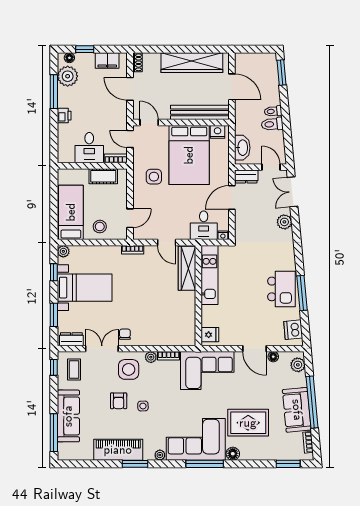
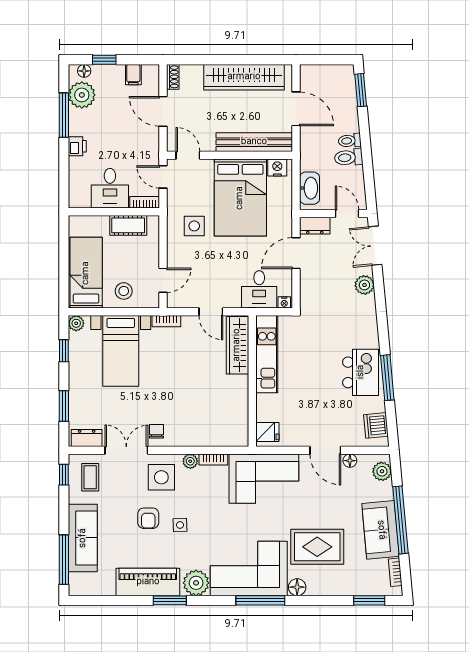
filing cabinet: (107, 61) -> (133, 75), width x0.50
bed with nightstands: (85, 288) -> (121, 351), moved, turned 90
plant: (160, 455) -> (196, 583), width x1.87, depth x1.87

